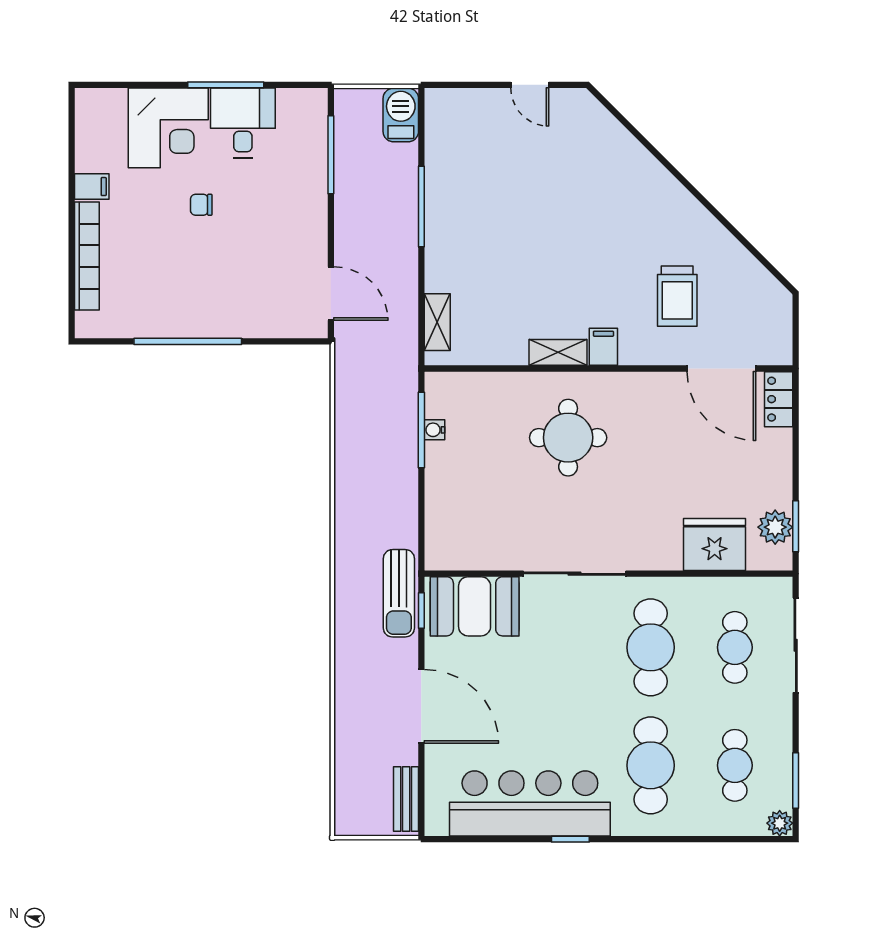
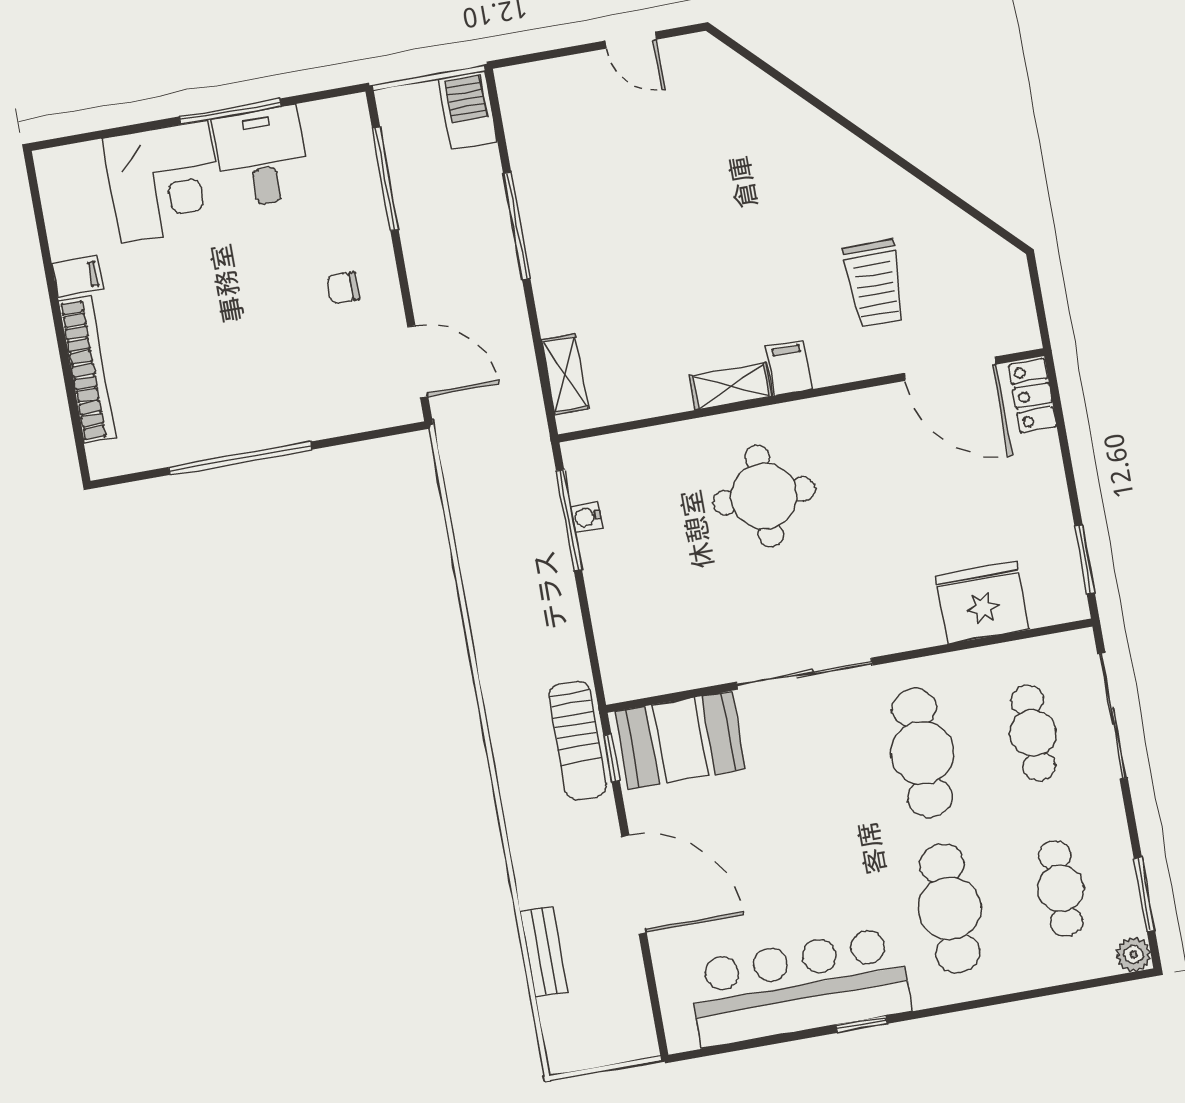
chair: (201, 205) -> (343, 288), moved
plant: (775, 527) -> (1058, 565), removed
bench: (406, 799) -> (544, 952), moved

